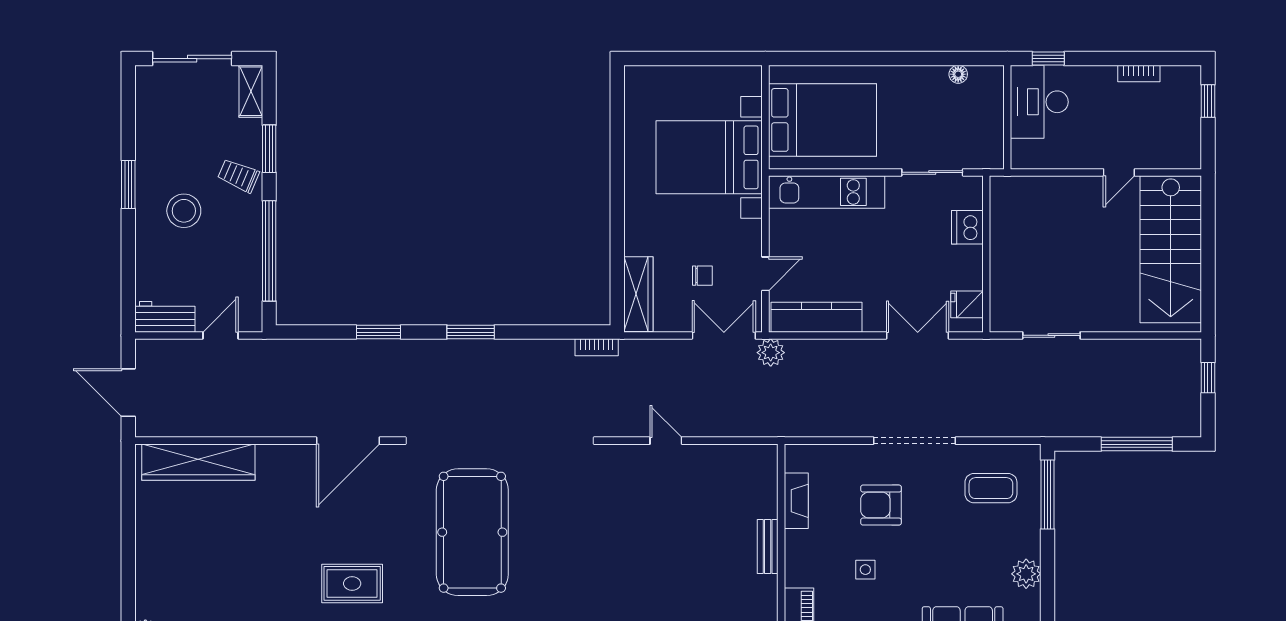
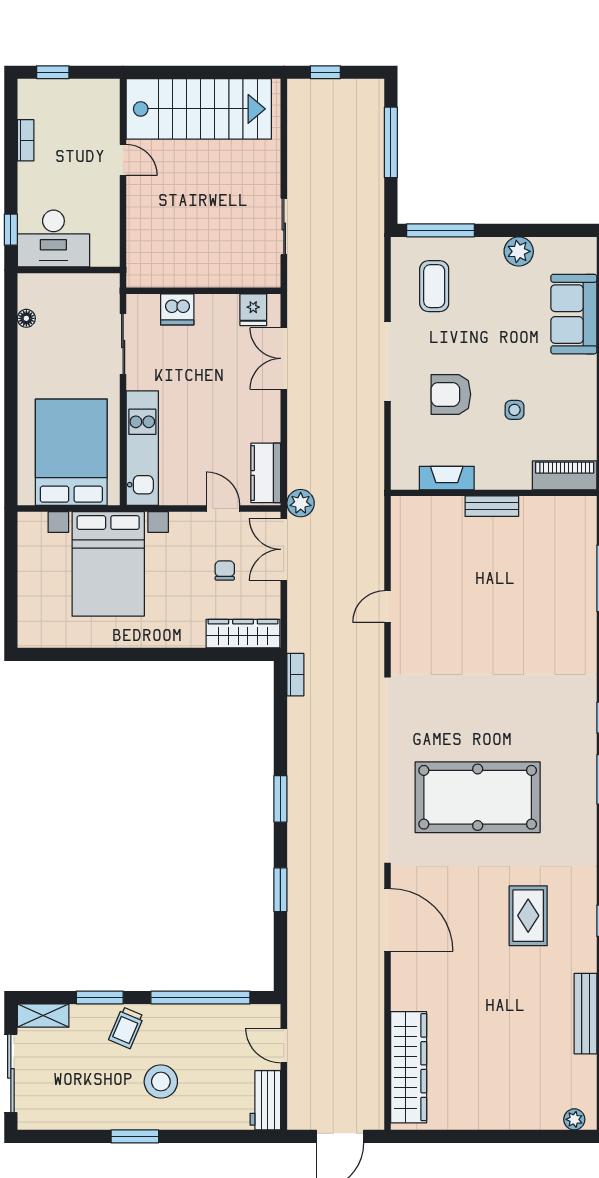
kitchen counter: (817, 317) -> (266, 473), width x0.67
armchair: (881, 505) -> (451, 394), turned 90

